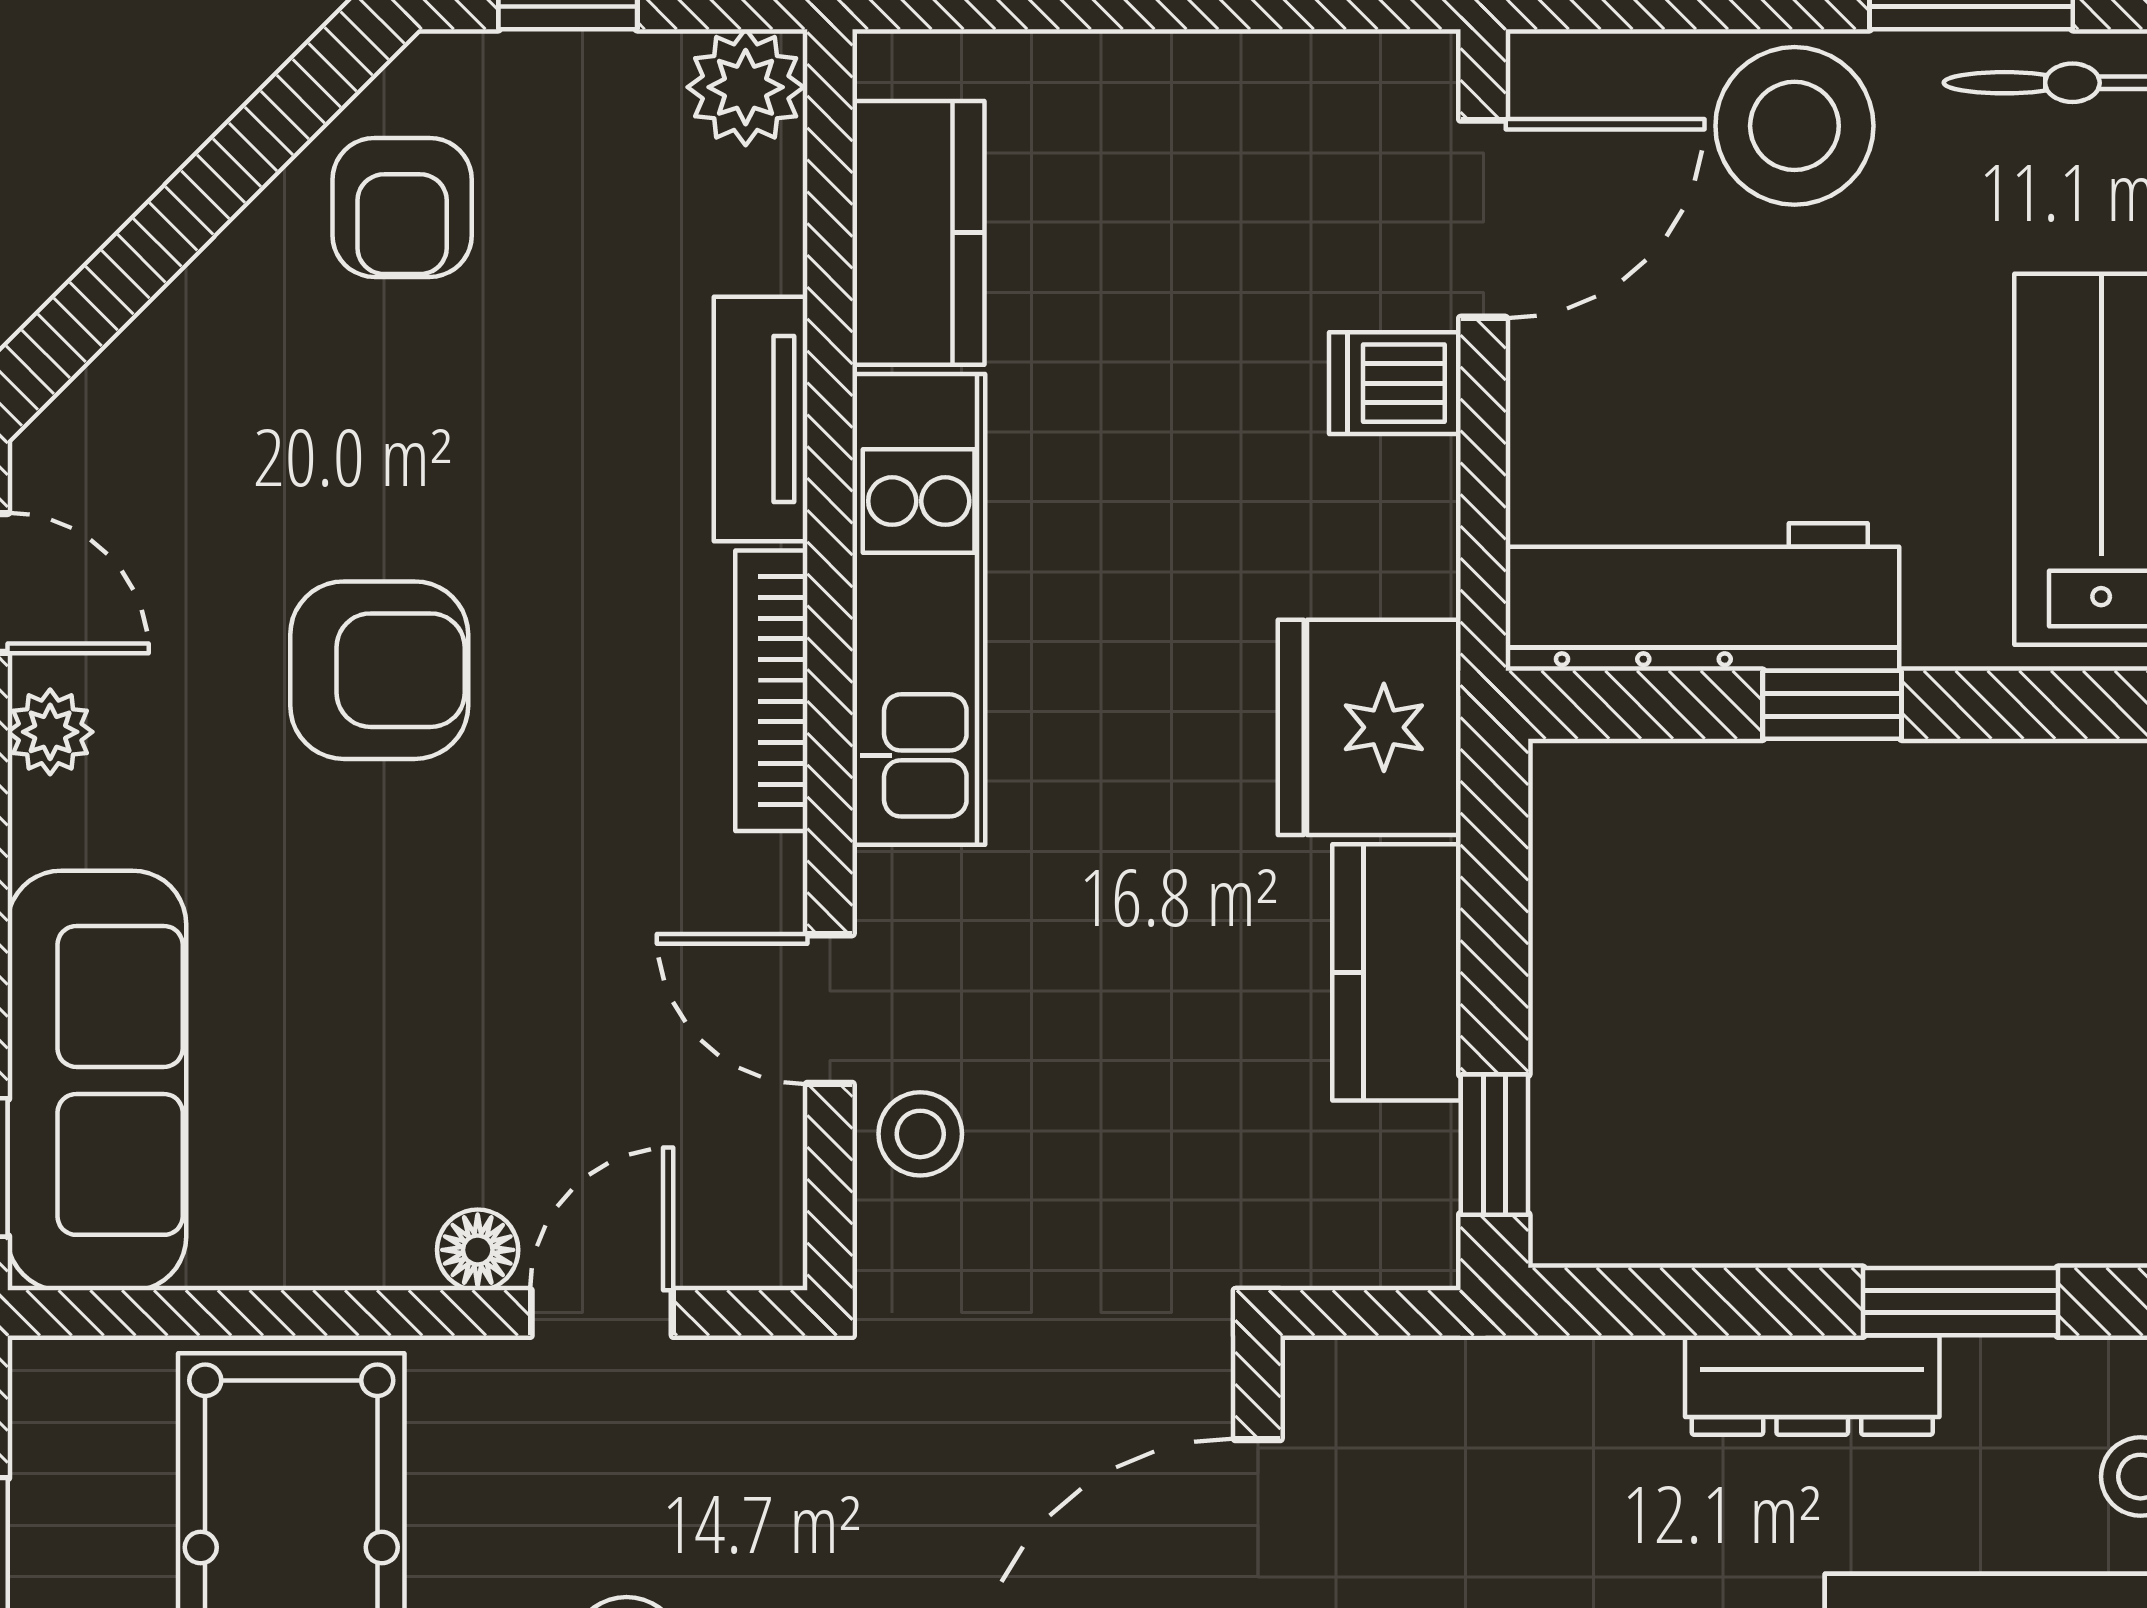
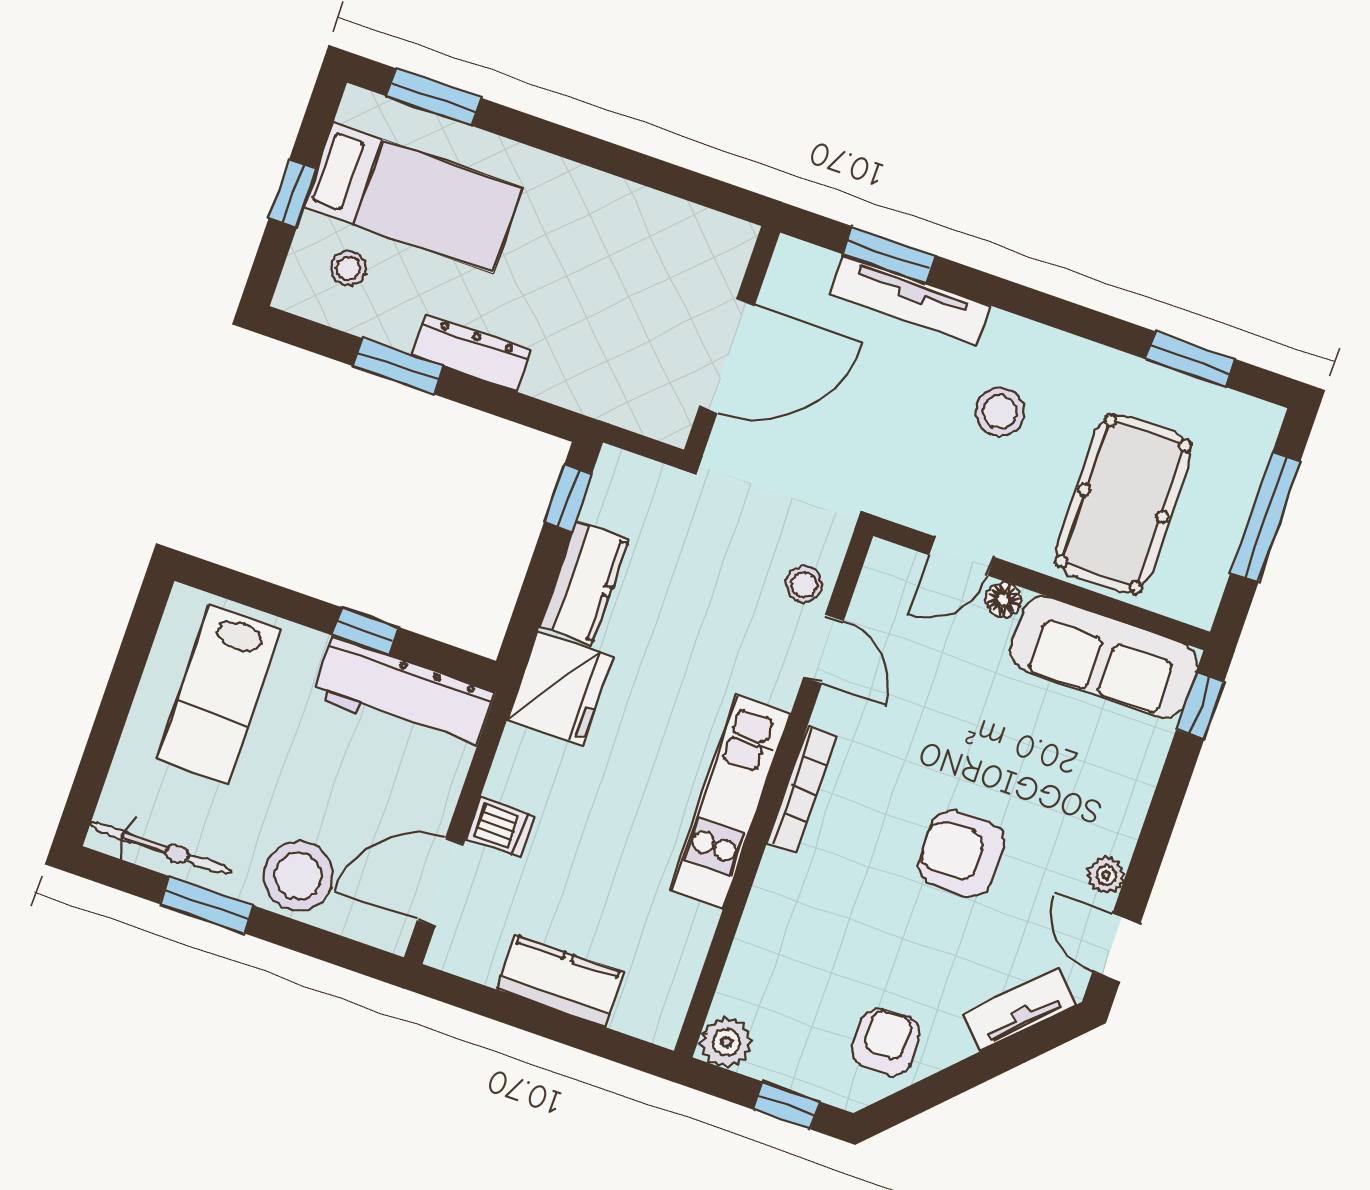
kitchen counter: (918, 233) -> (560, 981), moved, turned 90
tv unit: (761, 419) -> (1020, 1009), moved, turned -135
sofa: (97, 1080) -> (1104, 657), moved, turned -90

